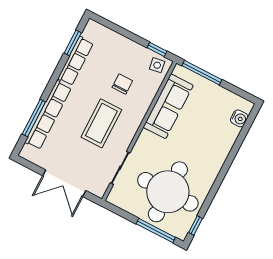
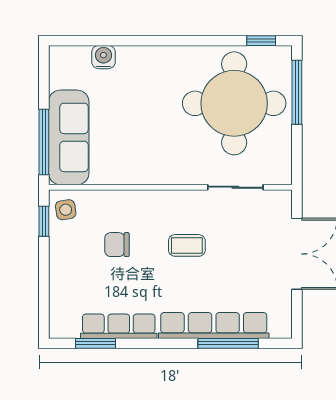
sofa: (168, 106) -> (69, 137), moved, turned 90
water cooler: (239, 118) -> (103, 57), moved
coffee table: (101, 123) -> (187, 245), width x0.54, depth x0.58

